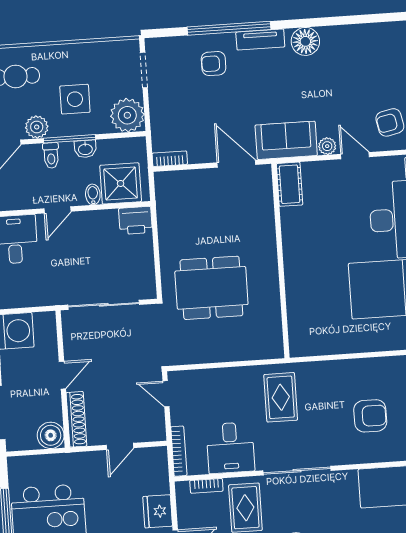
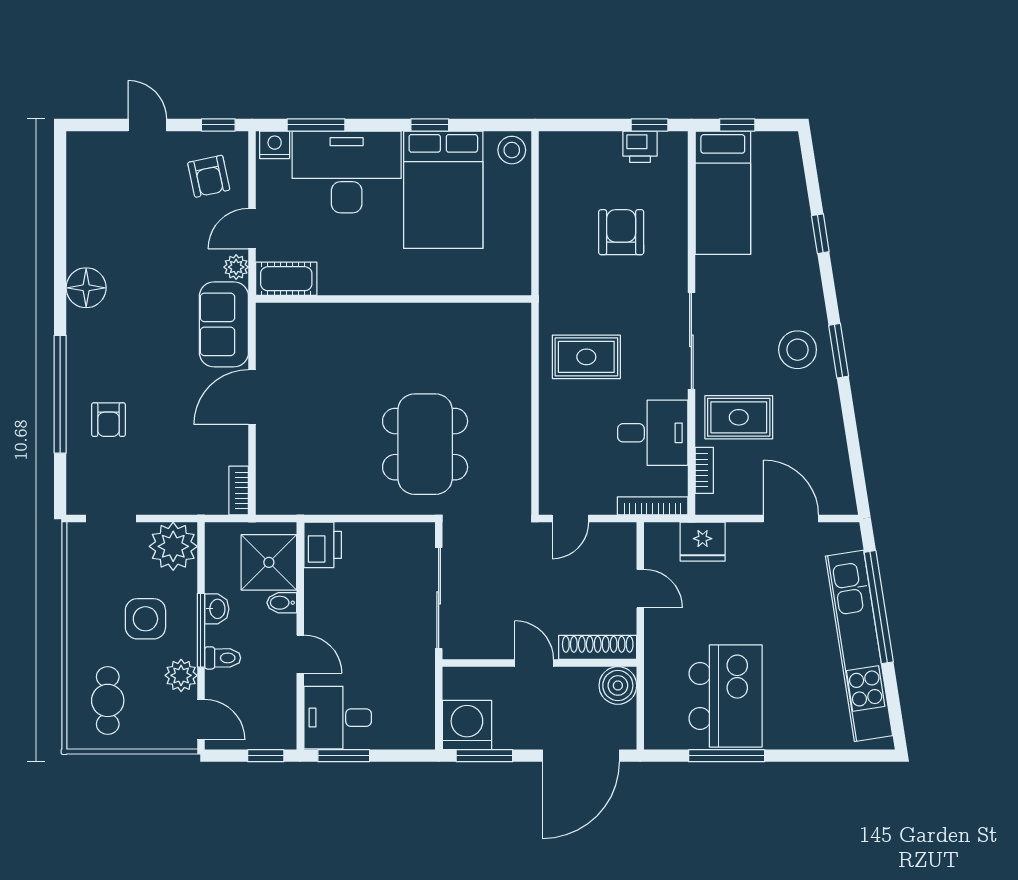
tv unit: (260, 39) -> (79, 351), removed
cot: (290, 184) -> (286, 279), moved
wall: (280, 261) -> (394, 299), moved
fridge: (158, 511) -> (703, 542), moved

